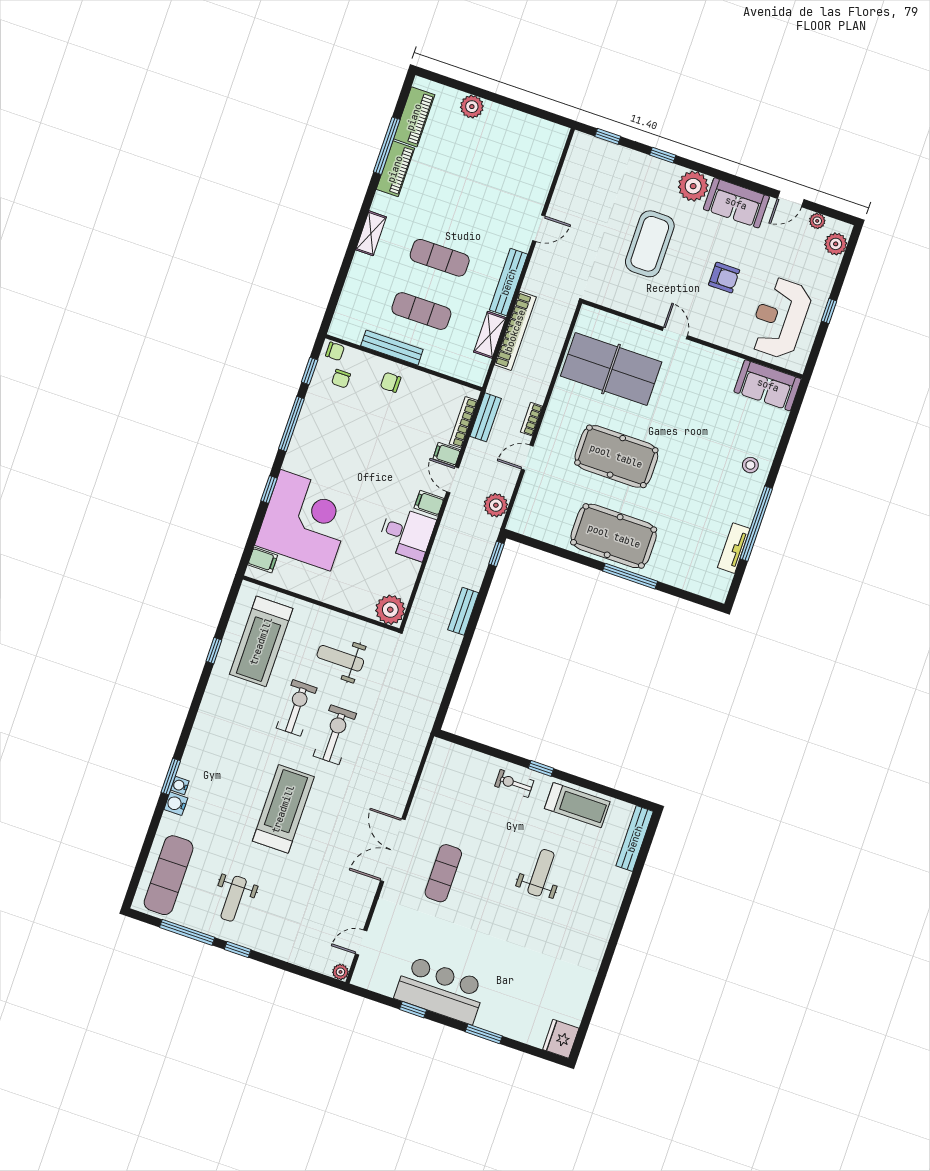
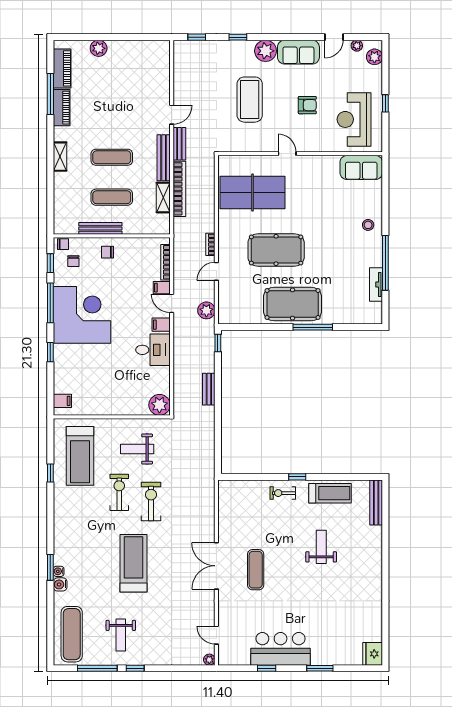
bench: (486, 417) -> (179, 144), moved
corner desk: (305, 520) -> (82, 315), moved
door: (361, 942) -> (216, 635), hinge flipped

